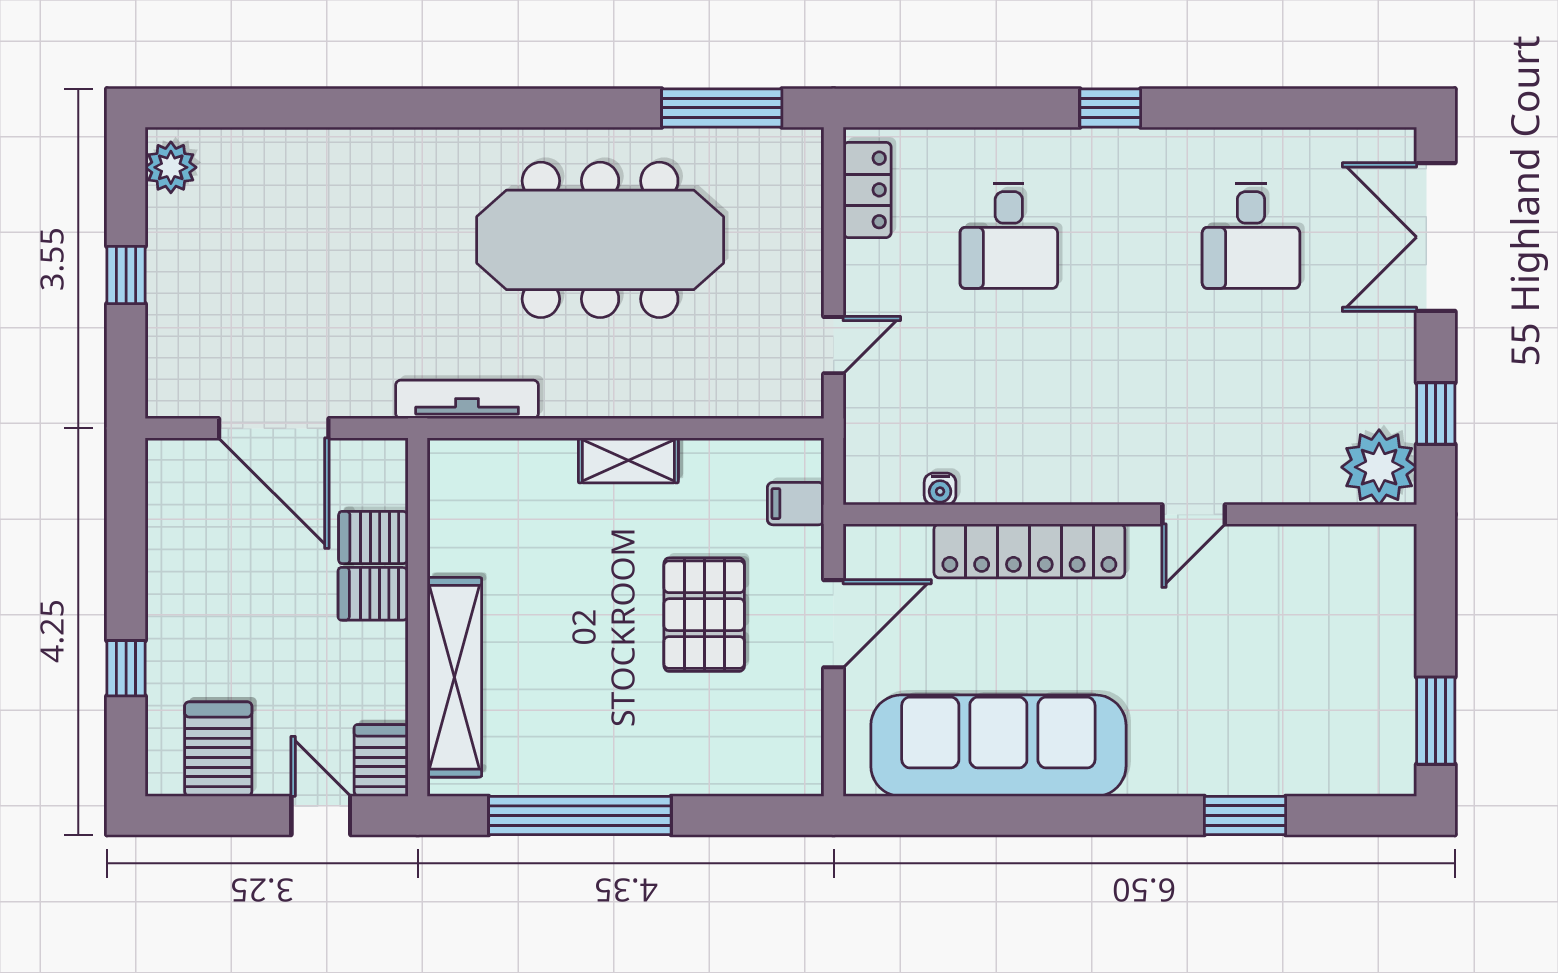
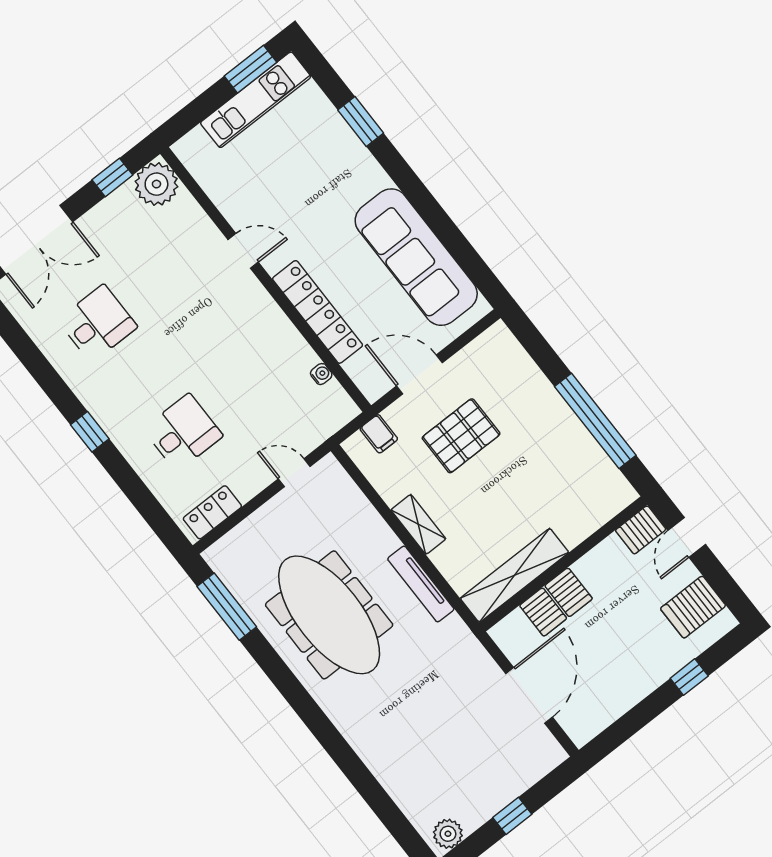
tv unit: (467, 399) -> (421, 584), moved
shelving: (454, 677) -> (515, 575), moved
kitchen unit: (1388, 695) -> (256, 100), added

